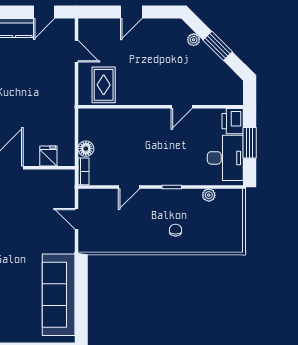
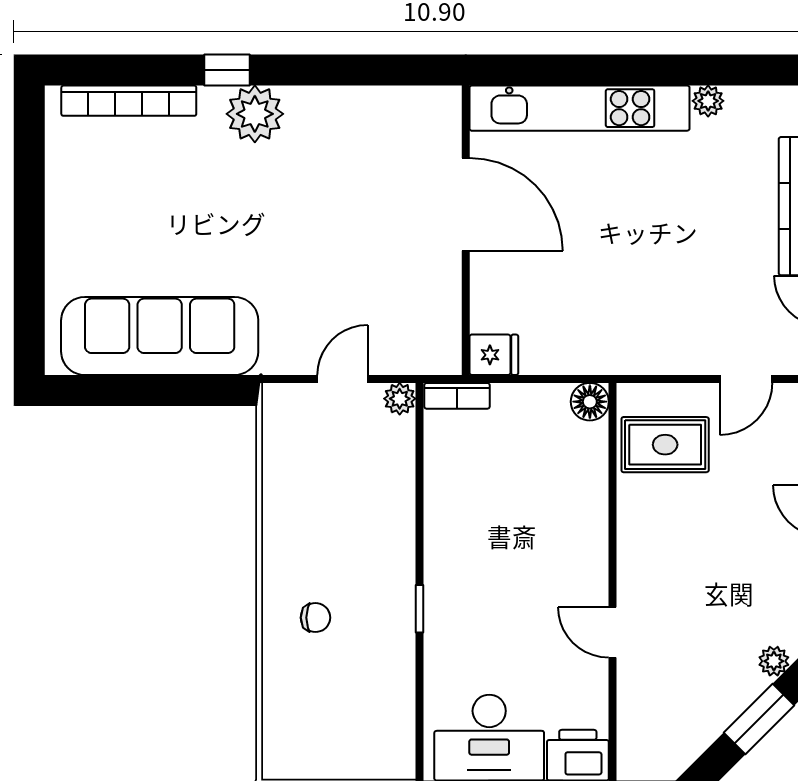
floor lamp: (86, 149) -> (590, 402), moved
fridge: (48, 156) -> (494, 355), moved
door: (129, 187) -> (419, 506), removed
plant: (209, 195) -> (400, 399), moved

